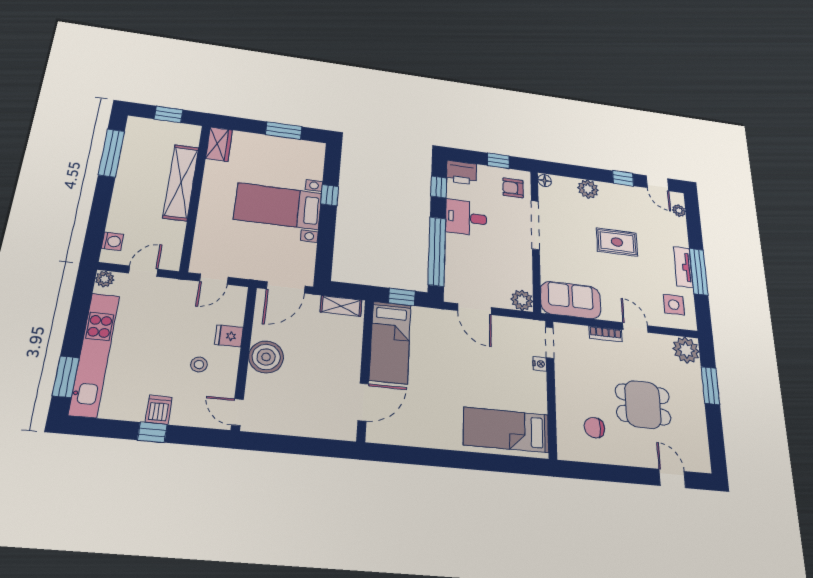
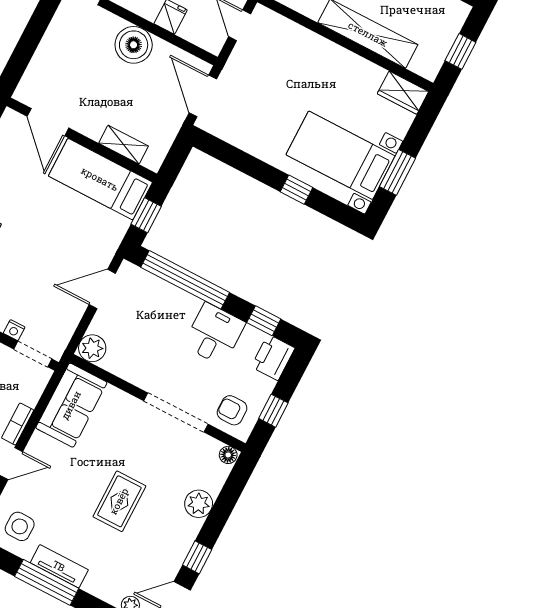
armchair: (513, 188) -> (232, 410), turned -90
bed with nightstands: (278, 206) -> (341, 155), moved, turned -90
shelving: (341, 306) -> (124, 145), moved, turned 90

